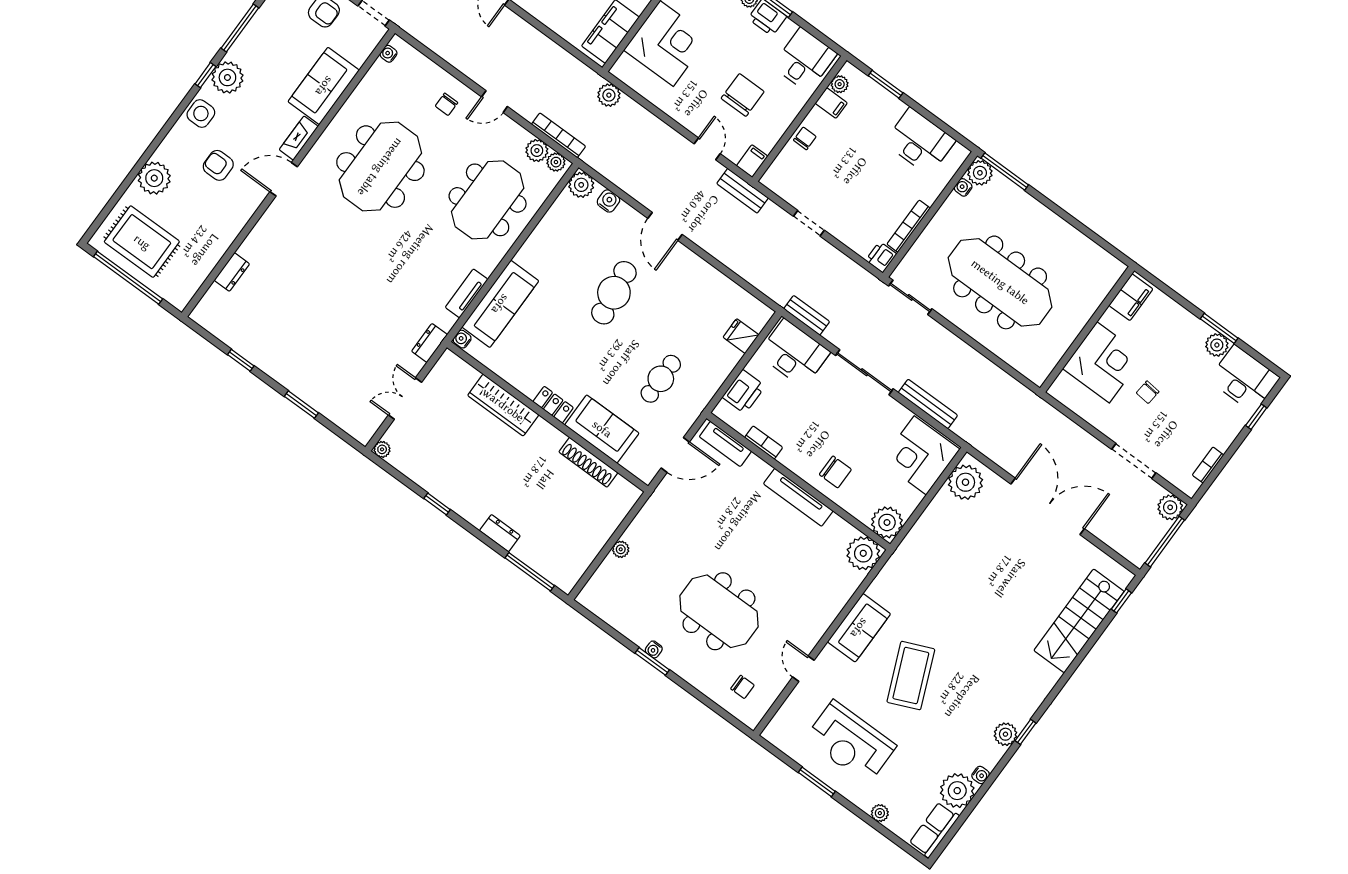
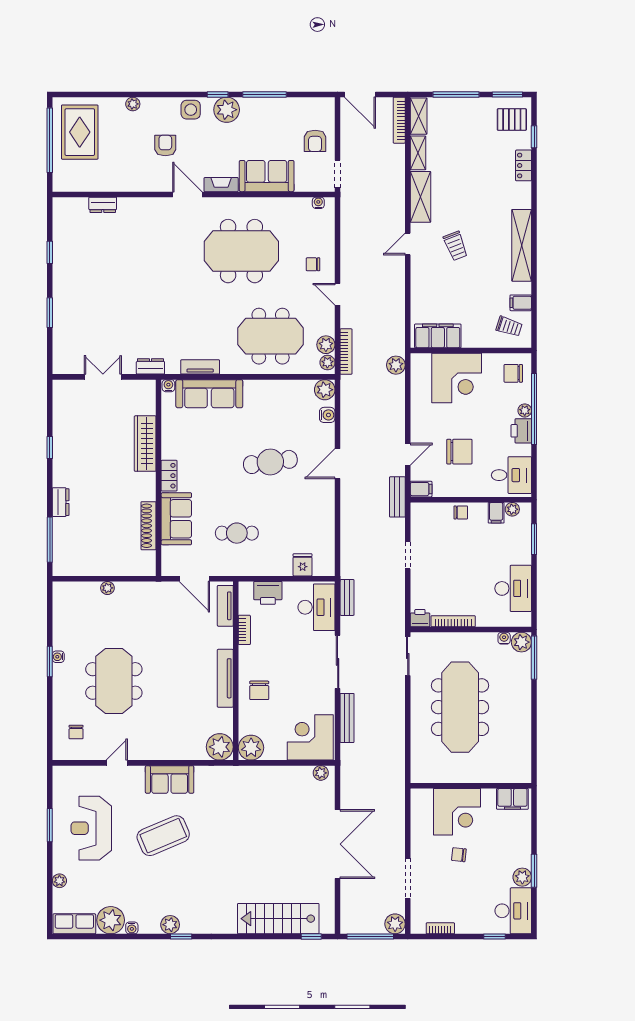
plant: (154, 178) -> (133, 104), width x0.53, depth x0.53
plant: (382, 449) -> (59, 386), removed
plant: (966, 482) -> (321, 773), width x0.53, depth x0.53

